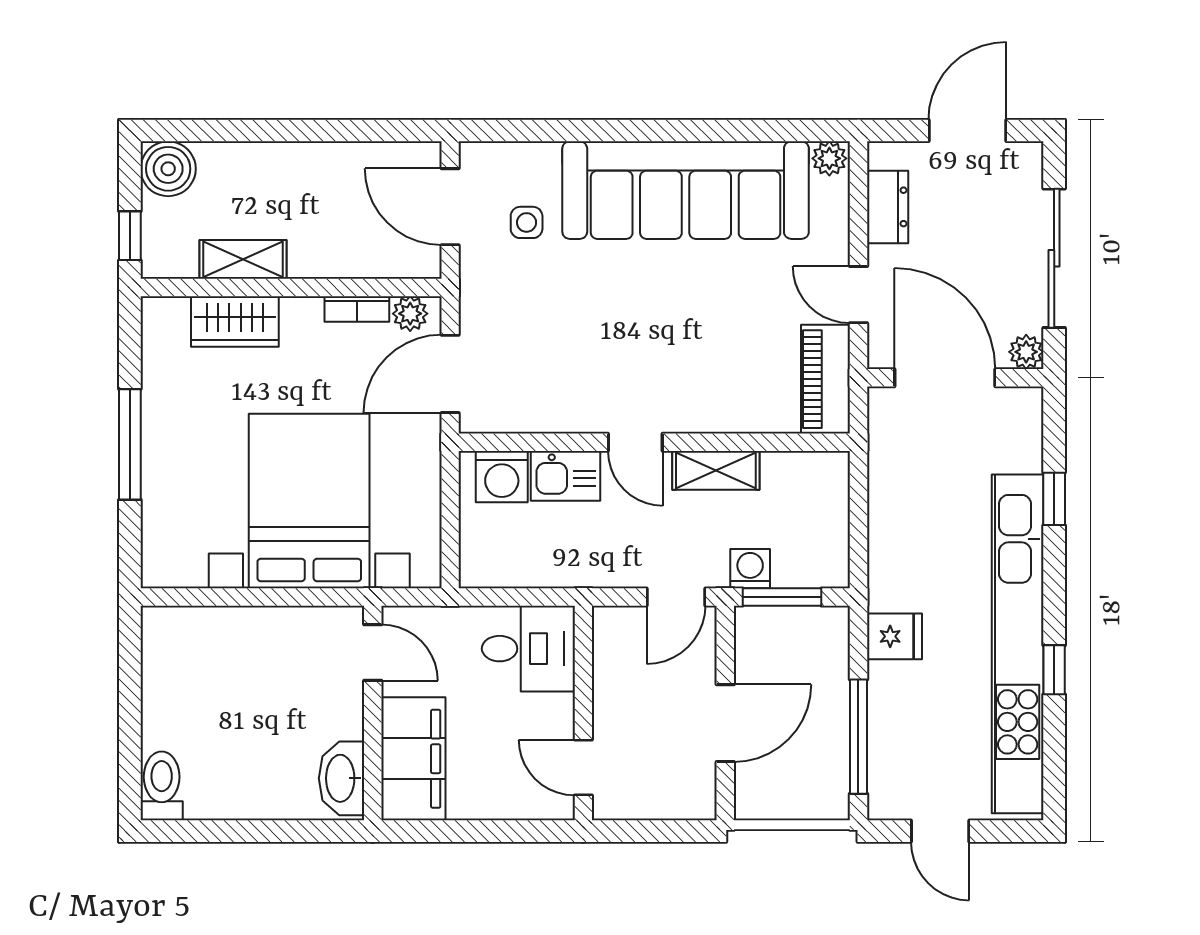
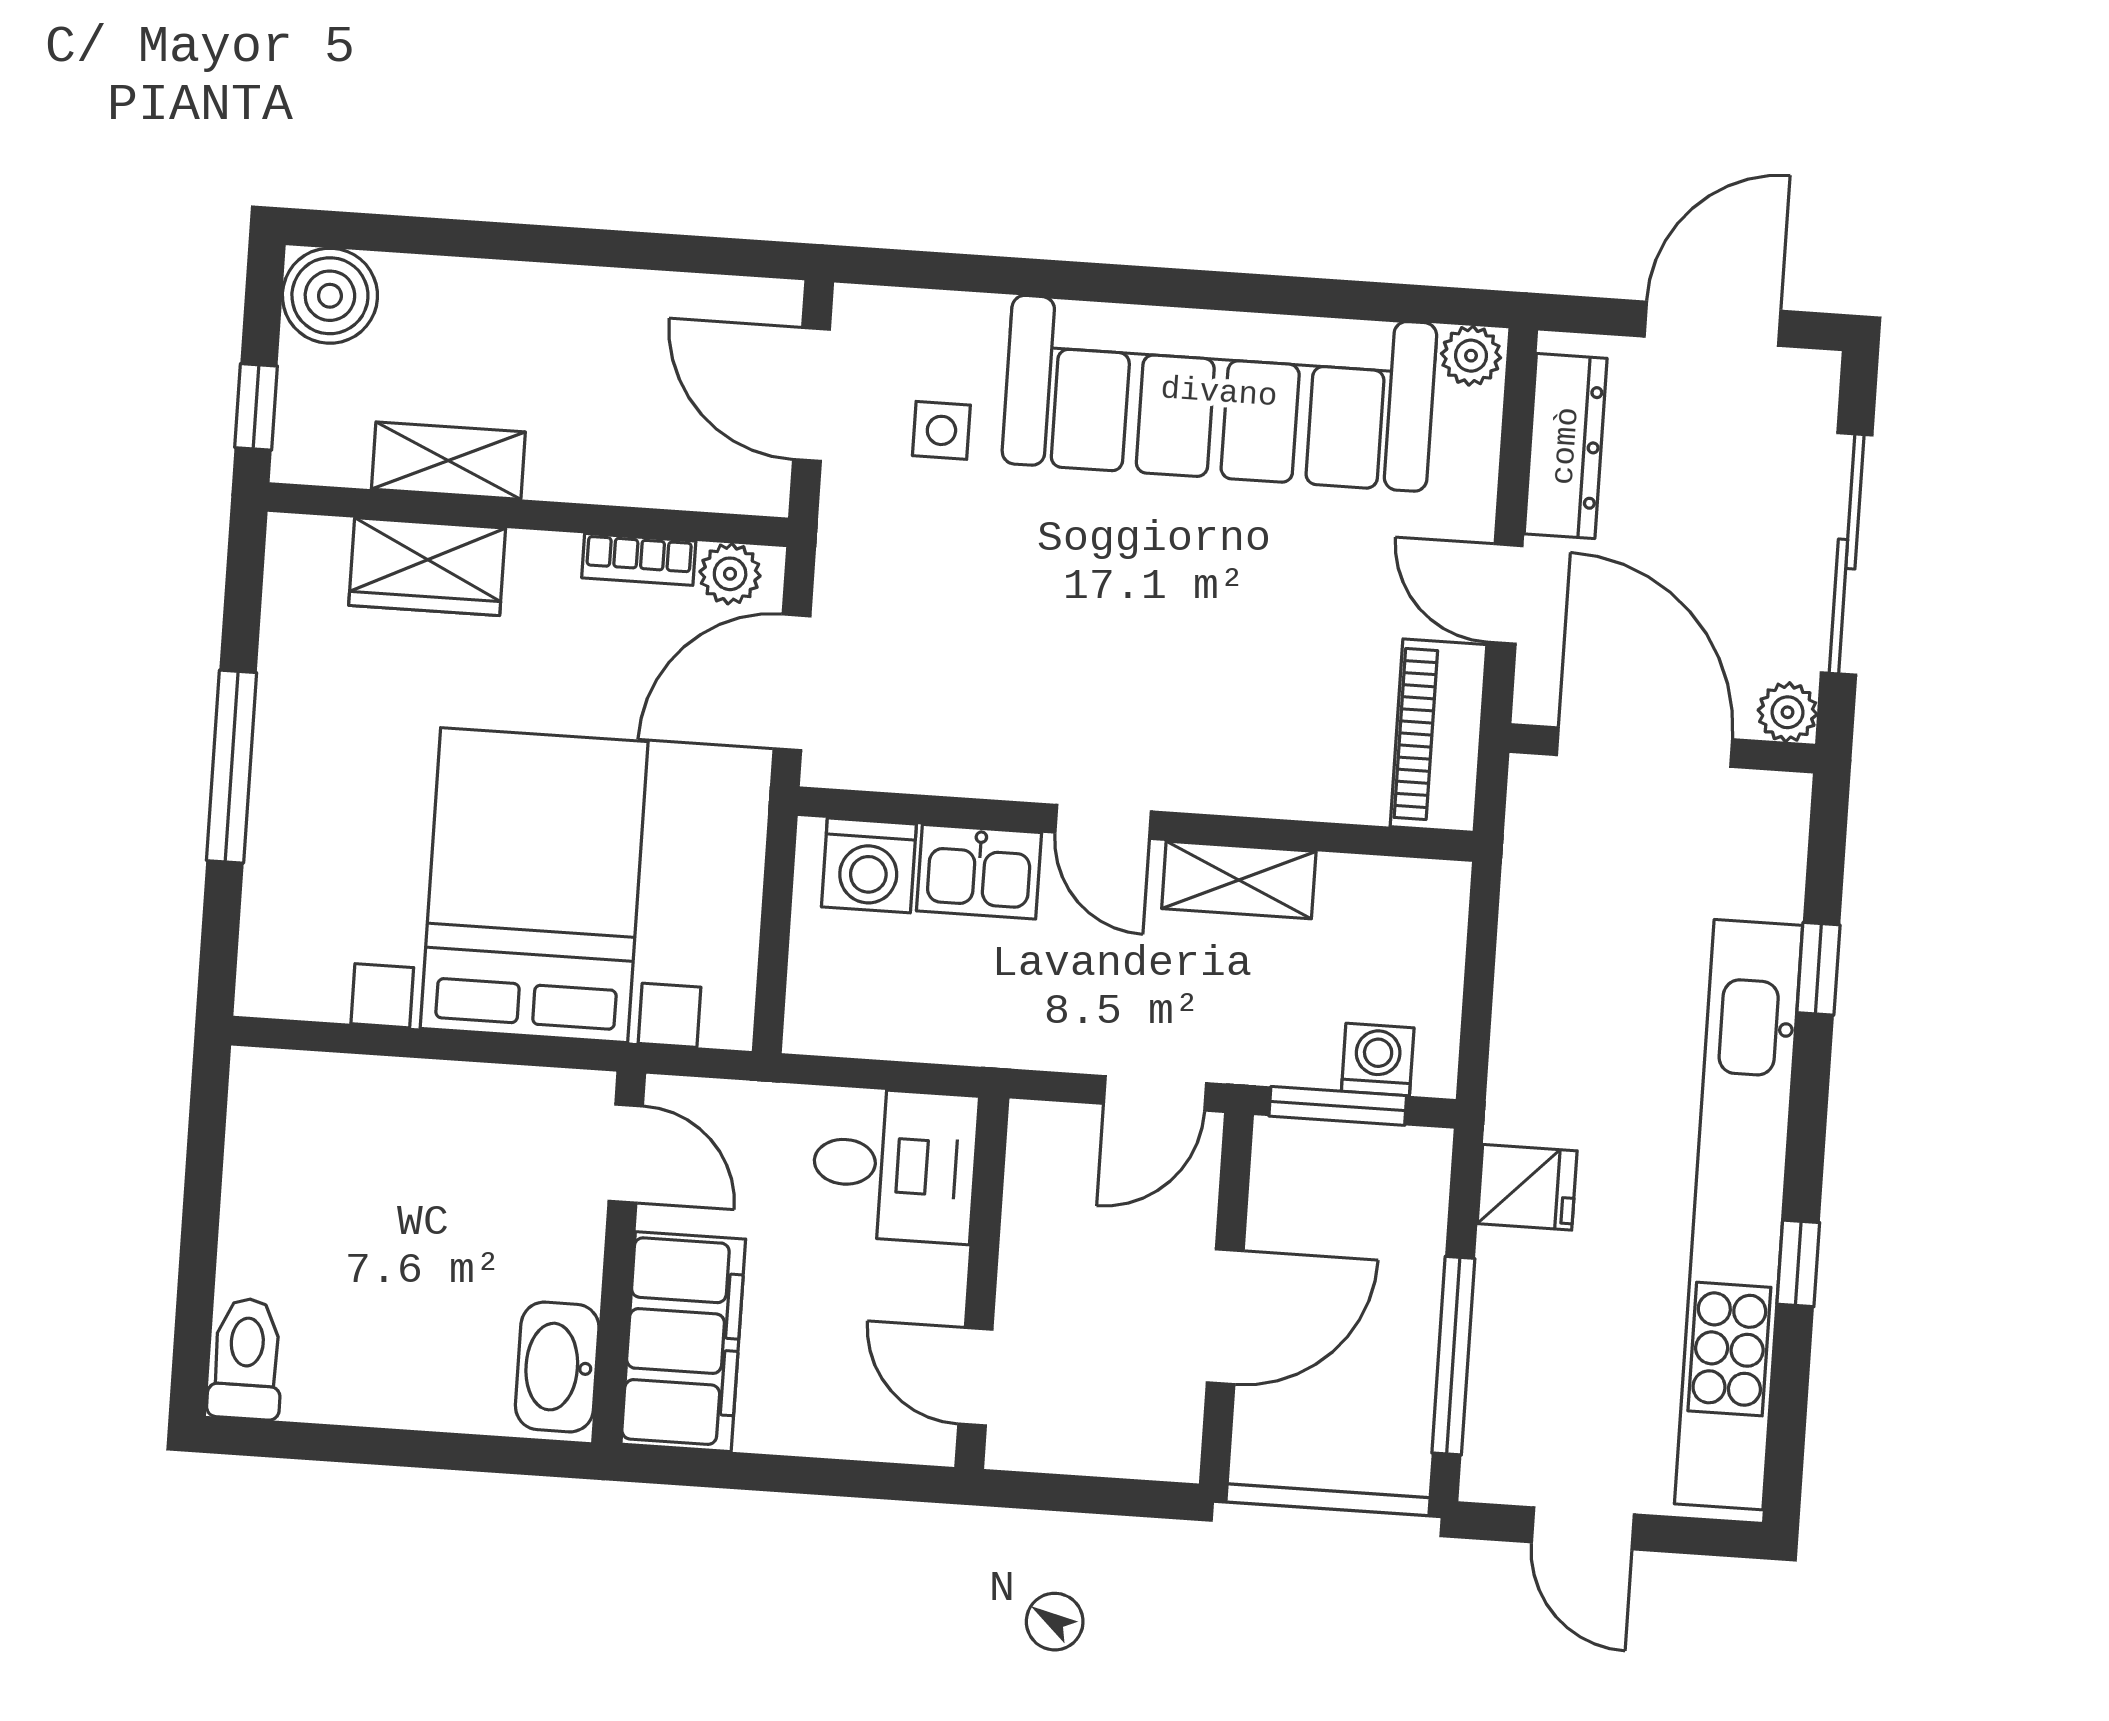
dresser: (888, 207) -> (1566, 446), width x1.44
washing machine: (750, 569) -> (1378, 1060), moved

